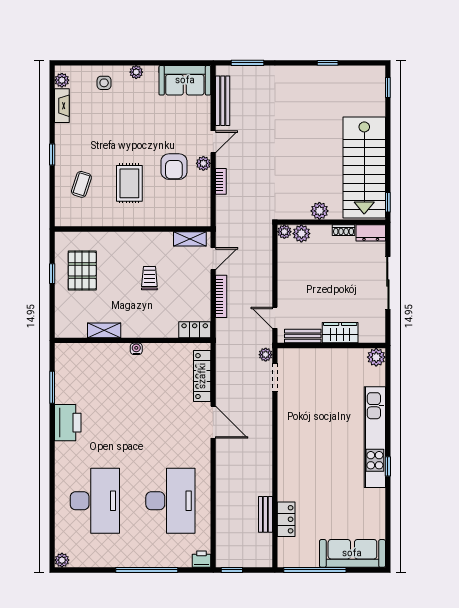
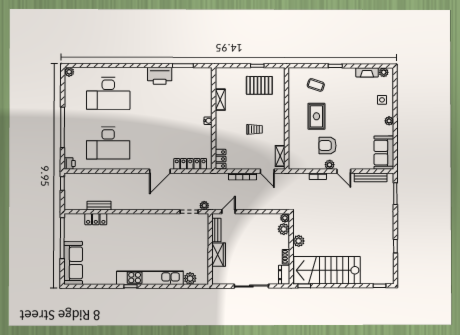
rug: (129, 183) -> (316, 116), turned 90
plant: (376, 357) -> (190, 278), moved

